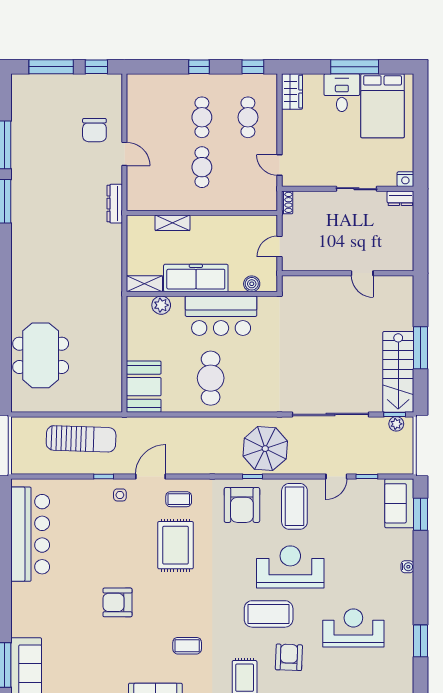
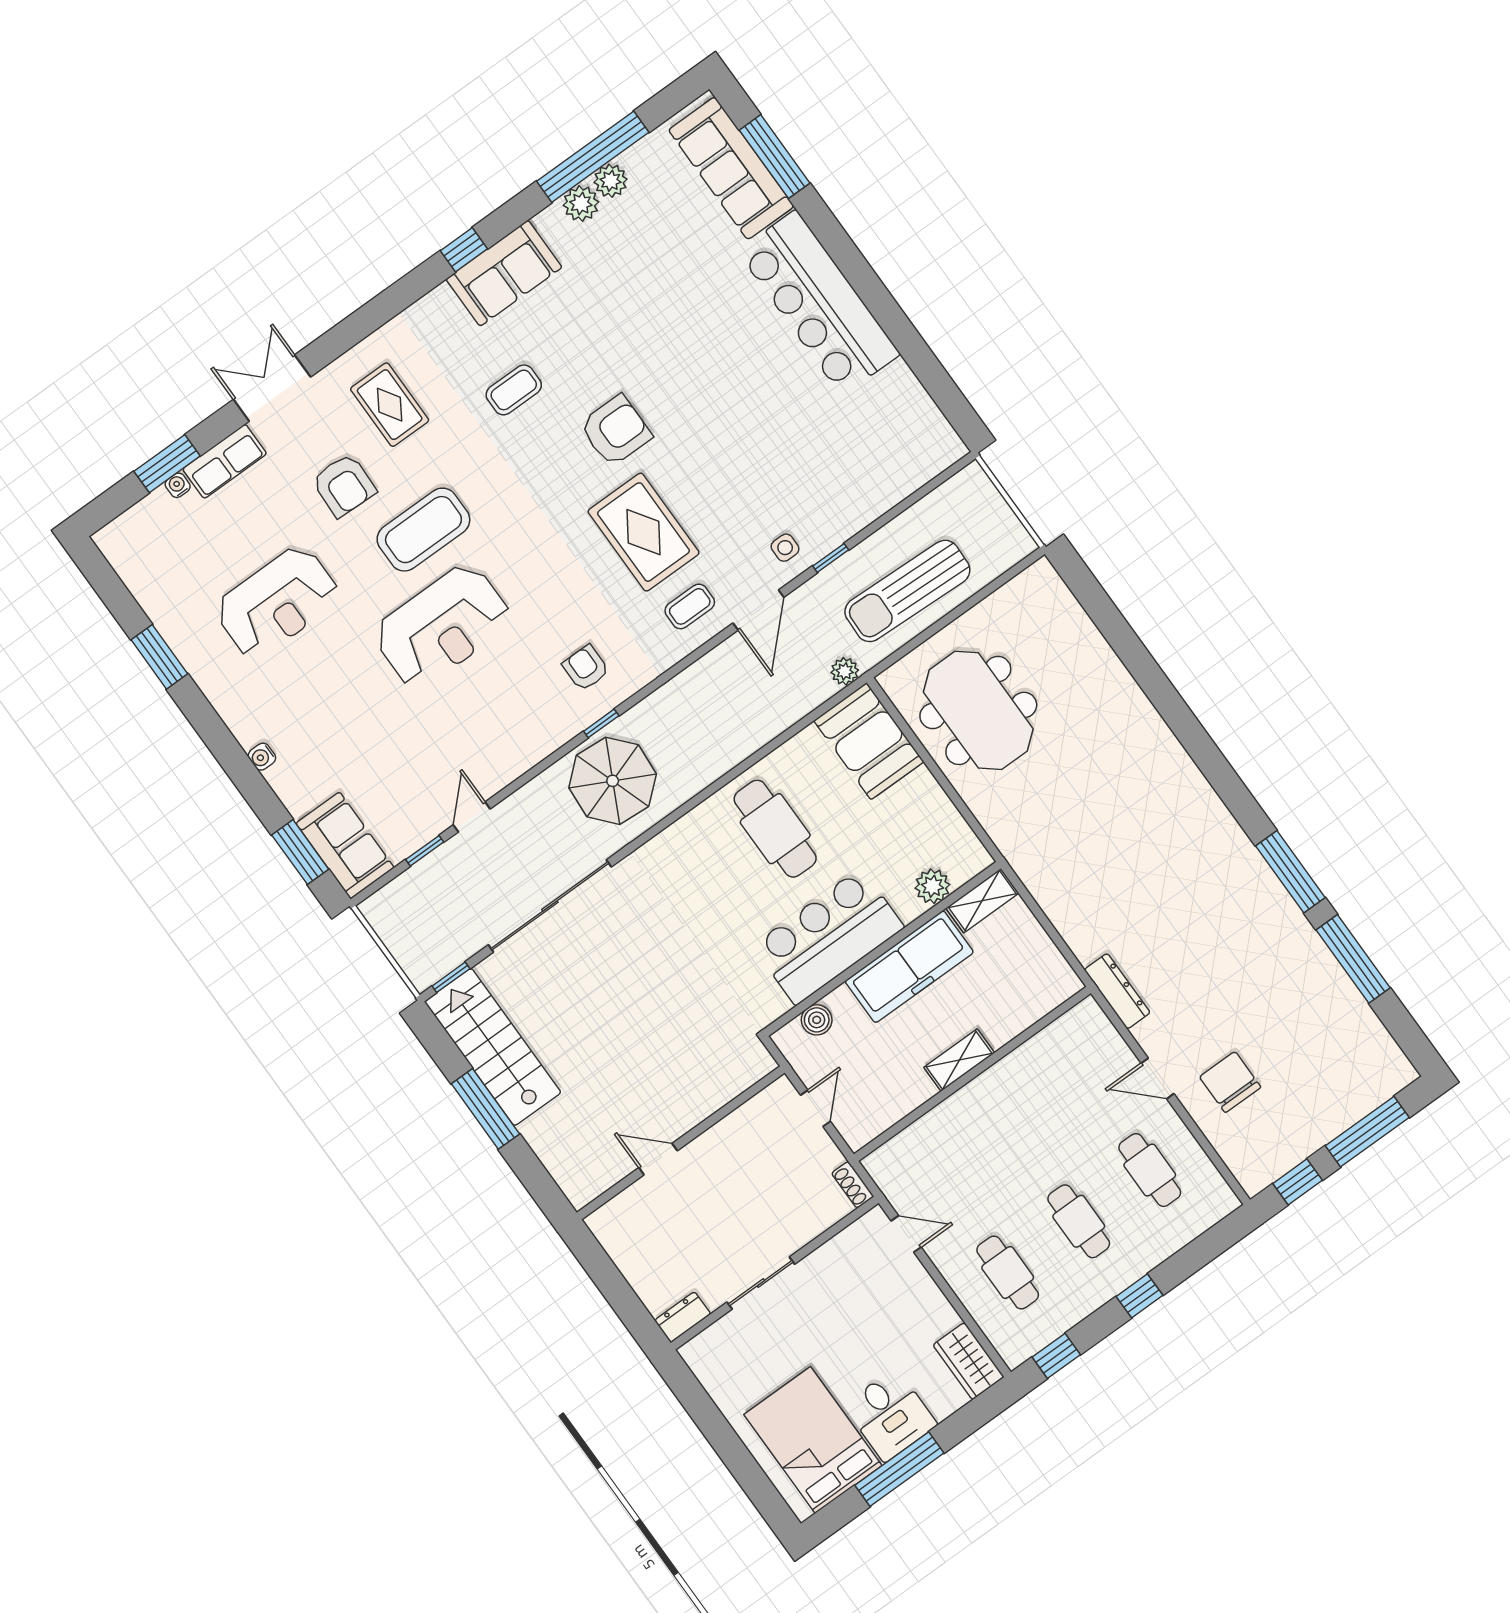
cafe table: (202, 167) -> (1150, 1170), moved
nightstand: (405, 179) -> (696, 1352), removed
shelving: (172, 223) -> (959, 1060), moved
meeting table: (41, 355) -> (978, 710), moved
plant: (396, 424) -> (845, 671), moved
armchair: (242, 505) -> (586, 668), width x0.53, depth x0.53
coffee table: (294, 506) -> (503, 724), removed
bar counter: (30, 534) -> (819, 303), moved
armchair: (117, 602) -> (616, 431), moved

